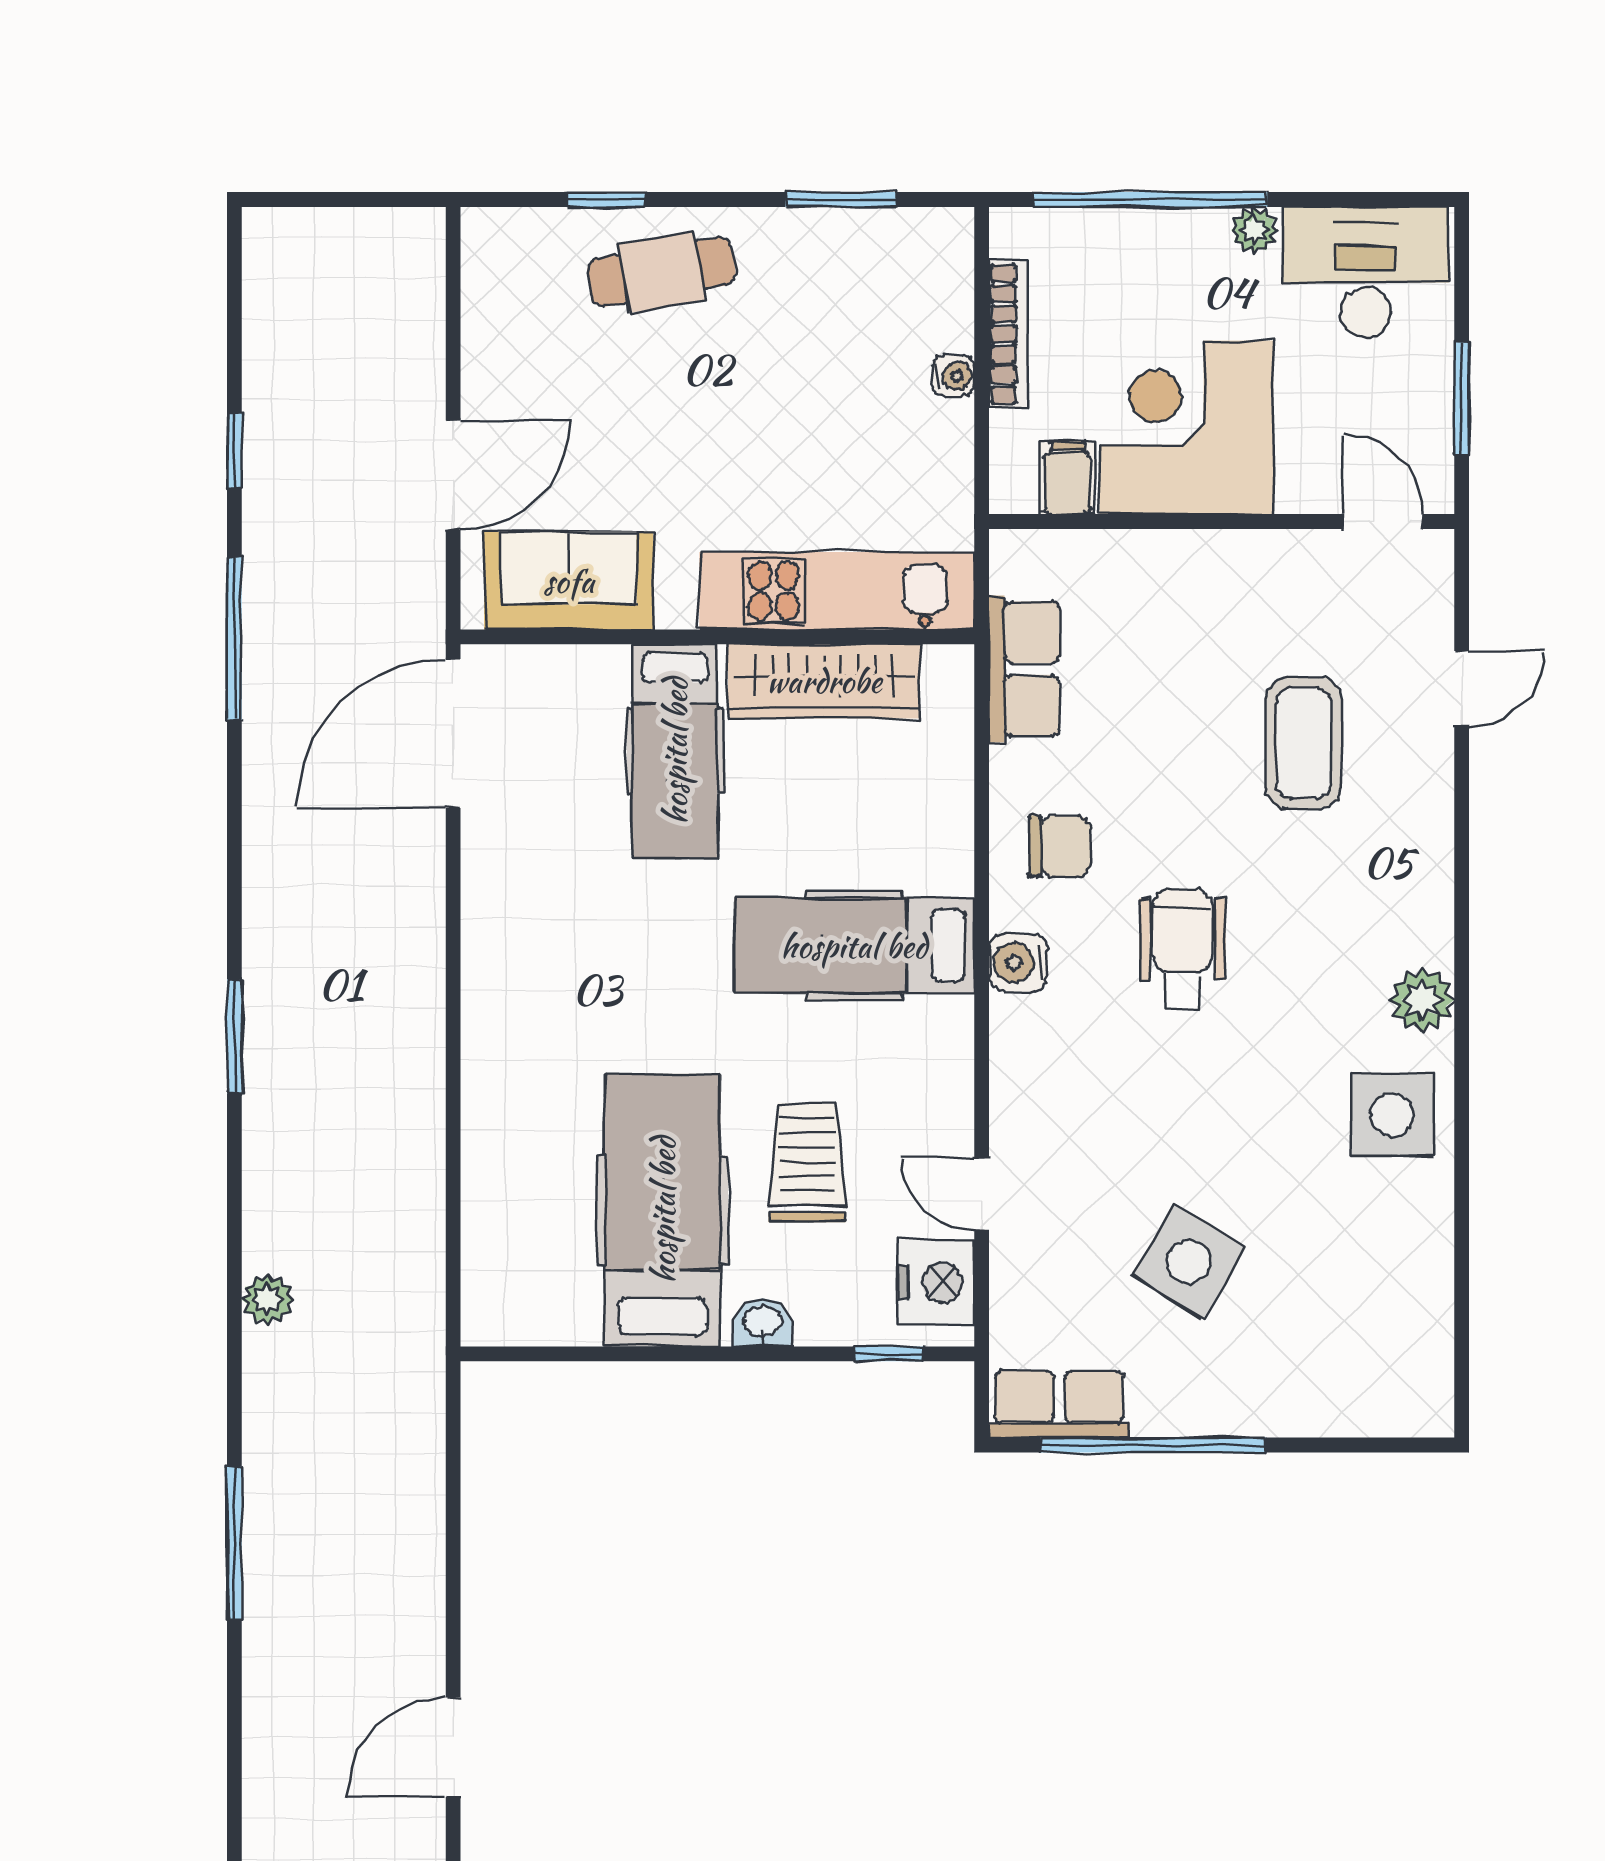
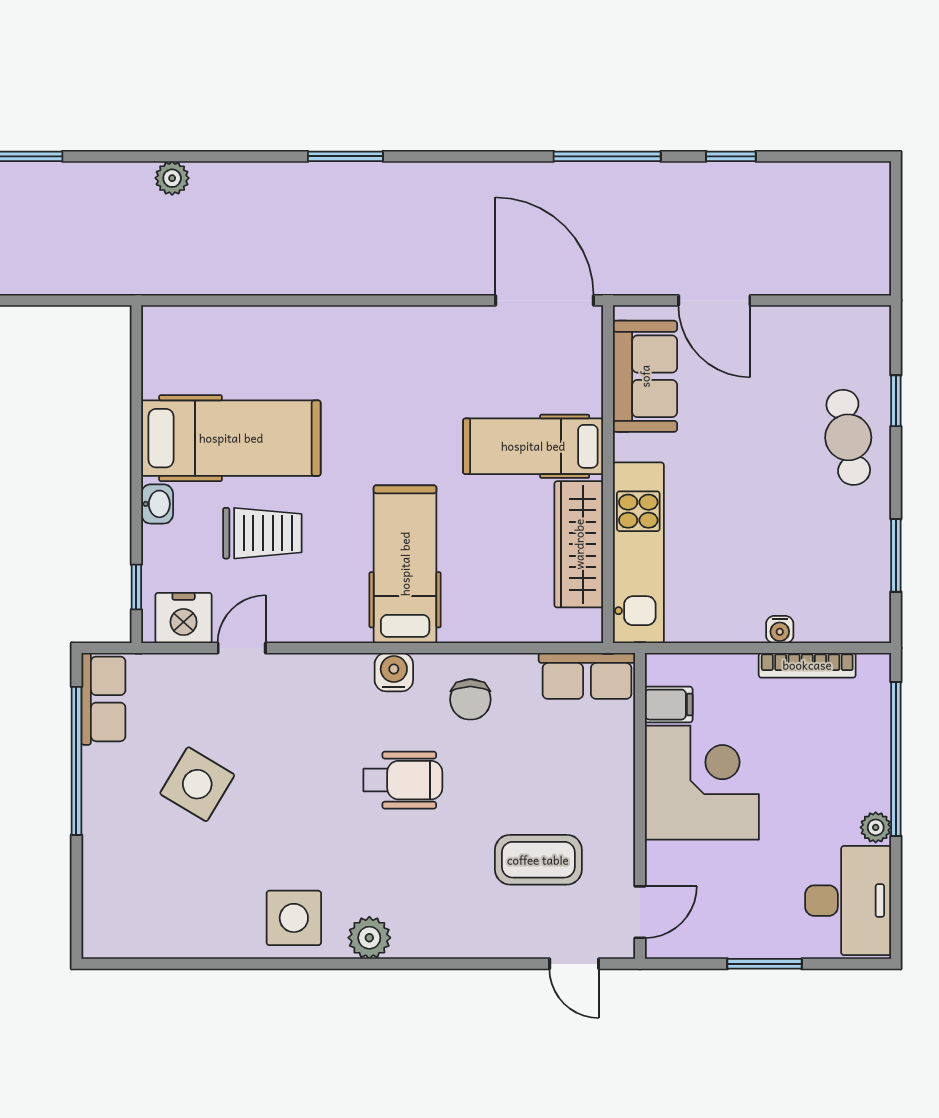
corner desk: (1186, 427) -> (702, 783), moved
filing cabinet: (1068, 478) -> (669, 705), moved
wall: (1222, 522) -> (640, 806), moved
door: (1383, 522) -> (640, 912), moved

